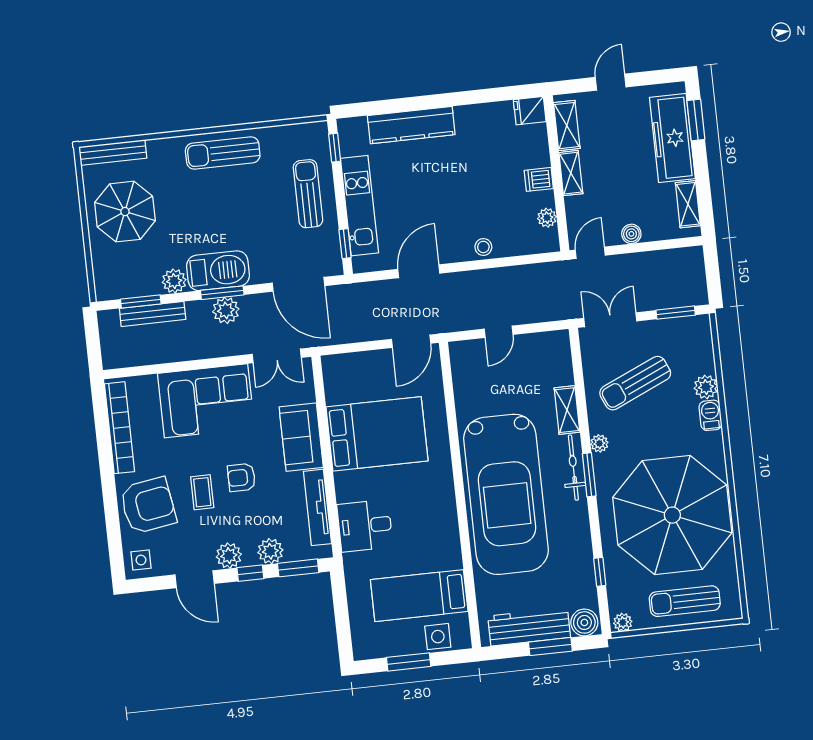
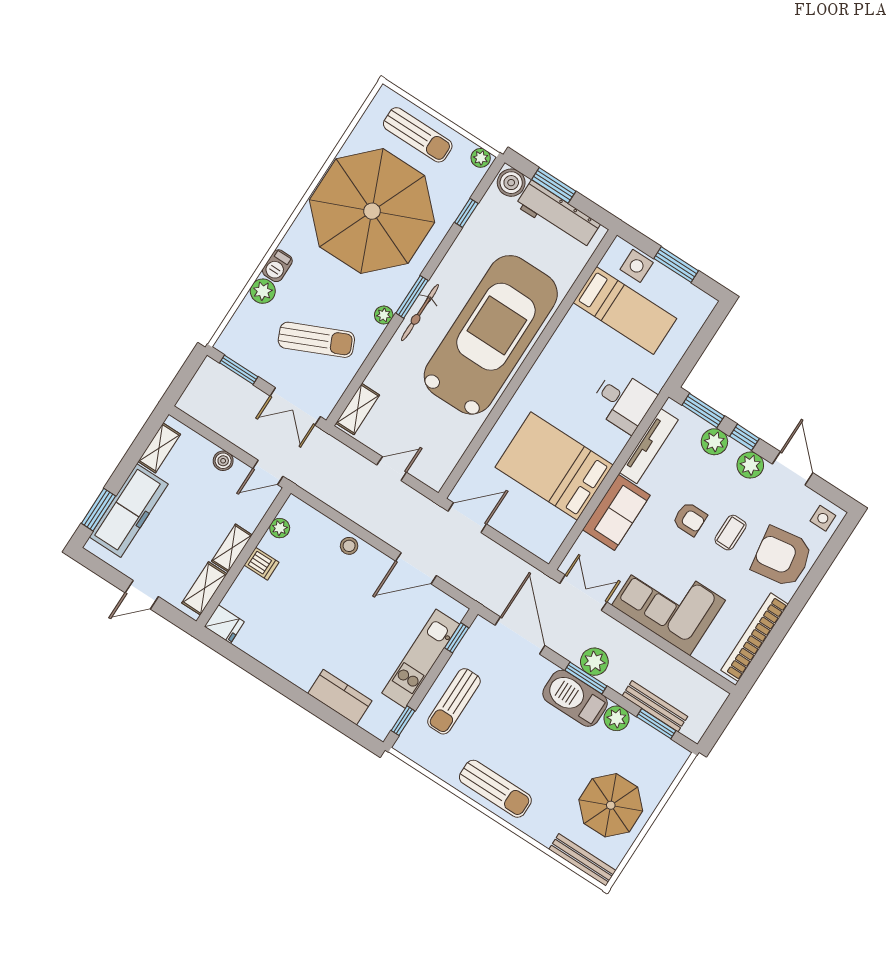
kitchen counter: (411, 125) -> (340, 697), width x0.67
shelving: (567, 410) -> (358, 409), moved

